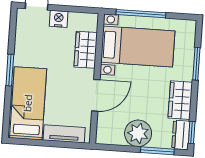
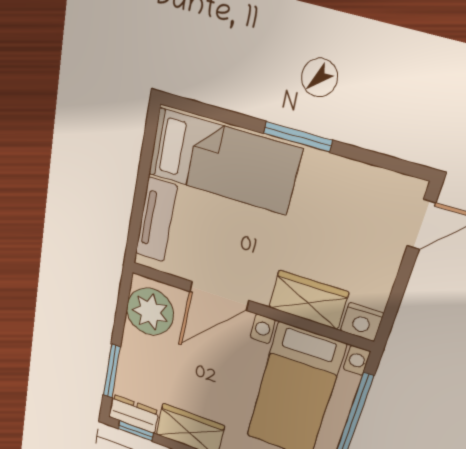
nightstand: (59, 19) -> (362, 322), moved, turned 90
door: (96, 95) -> (219, 296), hinge flipped
plant: (138, 133) -> (150, 312), moved

